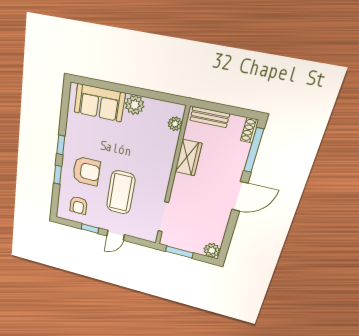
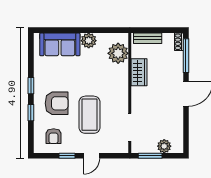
plant: (175, 124) -> (118, 53), width x1.87, depth x1.87
plant: (212, 250) -> (164, 146), moved

